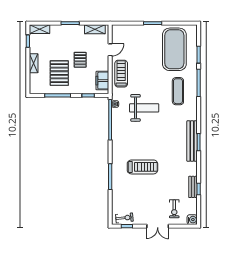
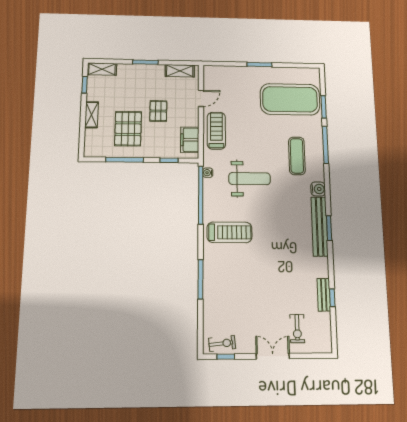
exercise mat: (174, 49) -> (290, 99), turned 90
treadmill: (142, 167) -> (229, 232), moved
water cooler: (192, 220) -> (318, 189), moved
double door: (158, 226) -> (273, 356), swing flipped

